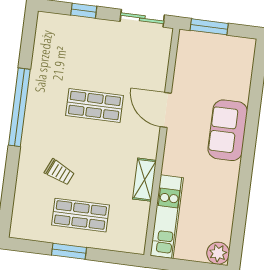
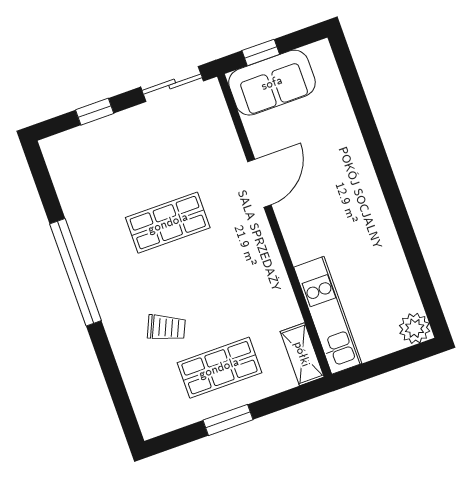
window: (209, 27) -> (261, 52), width x0.67
door: (166, 110) -> (259, 183), swing flipped
sofa: (228, 130) -> (272, 83), moved, turned -90
shelving: (145, 180) -> (302, 354), moved

